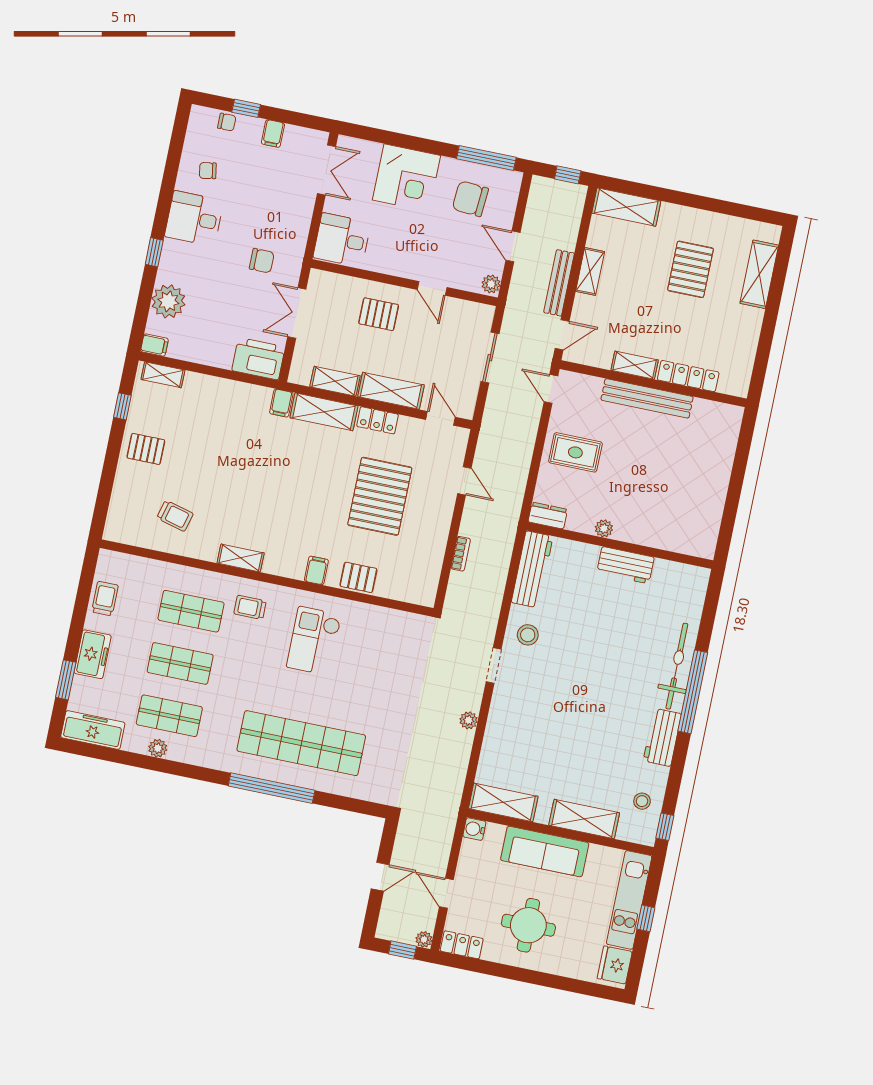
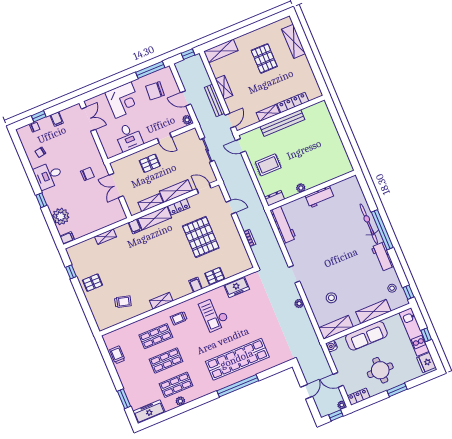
desk: (342, 240) -> (129, 137), moved, turned -90
printer: (258, 359) -> (113, 215), removed
shelving: (163, 375) -> (105, 237), moved
stool: (528, 635) -> (331, 298), moved
freezer: (93, 654) -> (237, 287), moved, turned 90
window: (534, 977) -> (397, 390), added

